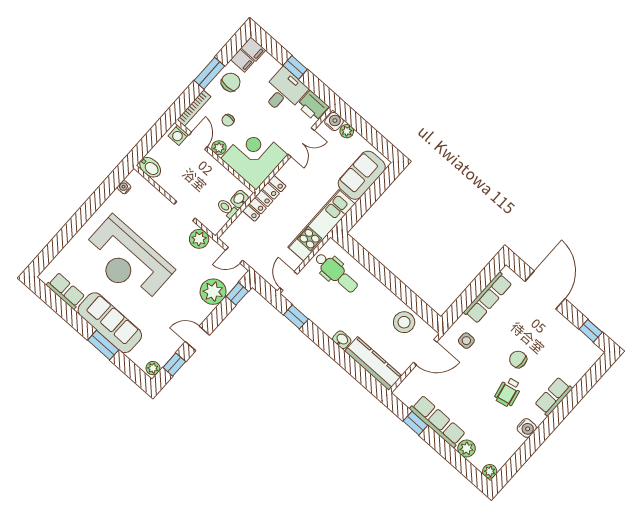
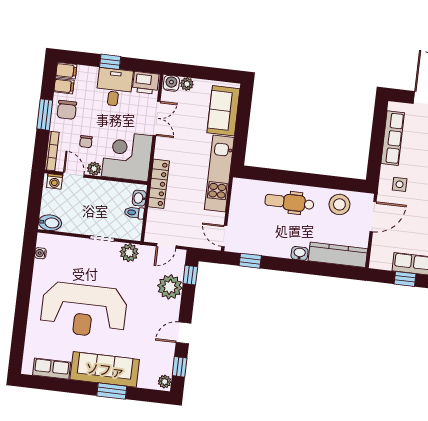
chair: (231, 82) -> (67, 110), turned 180
dental chair: (336, 273) -> (289, 202), moved, turned 180

